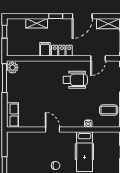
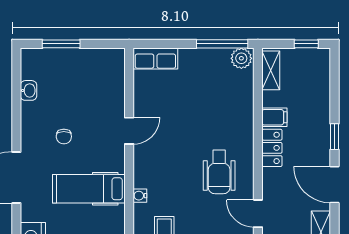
shelving: (37, 23) -> (271, 70), moved

